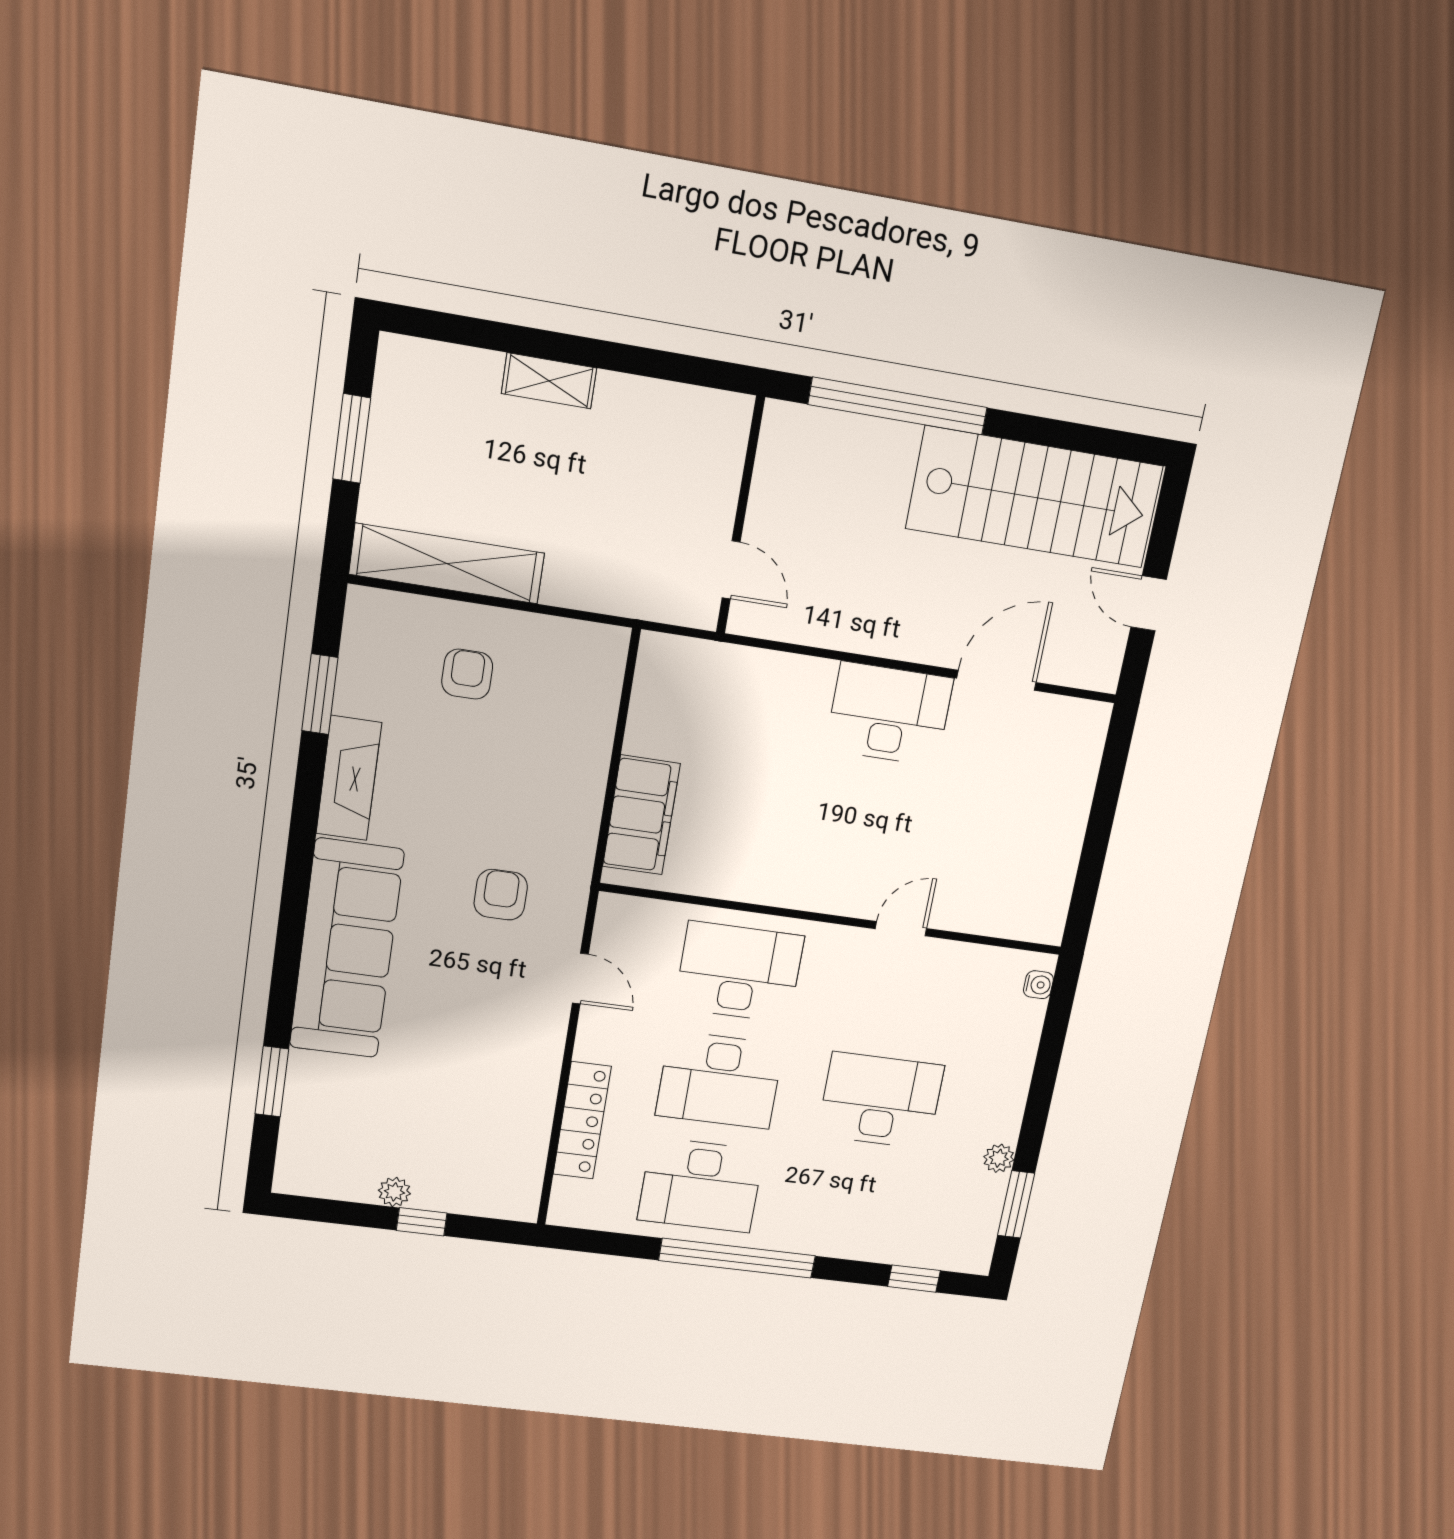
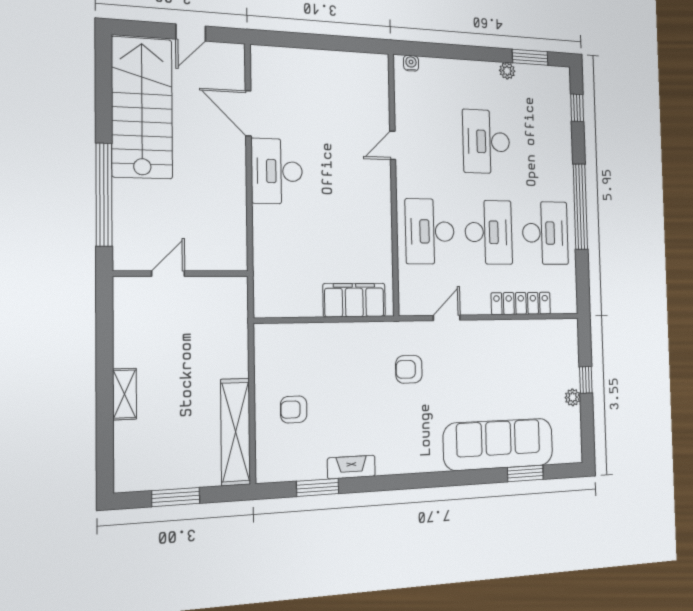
door: (731, 570) -> (168, 274), moved
fireplace: (349, 778) -> (351, 467), width x0.73, depth x0.76
door: (901, 929) -> (393, 145), hinge flipped
sofa: (346, 949) -> (499, 444), moved

